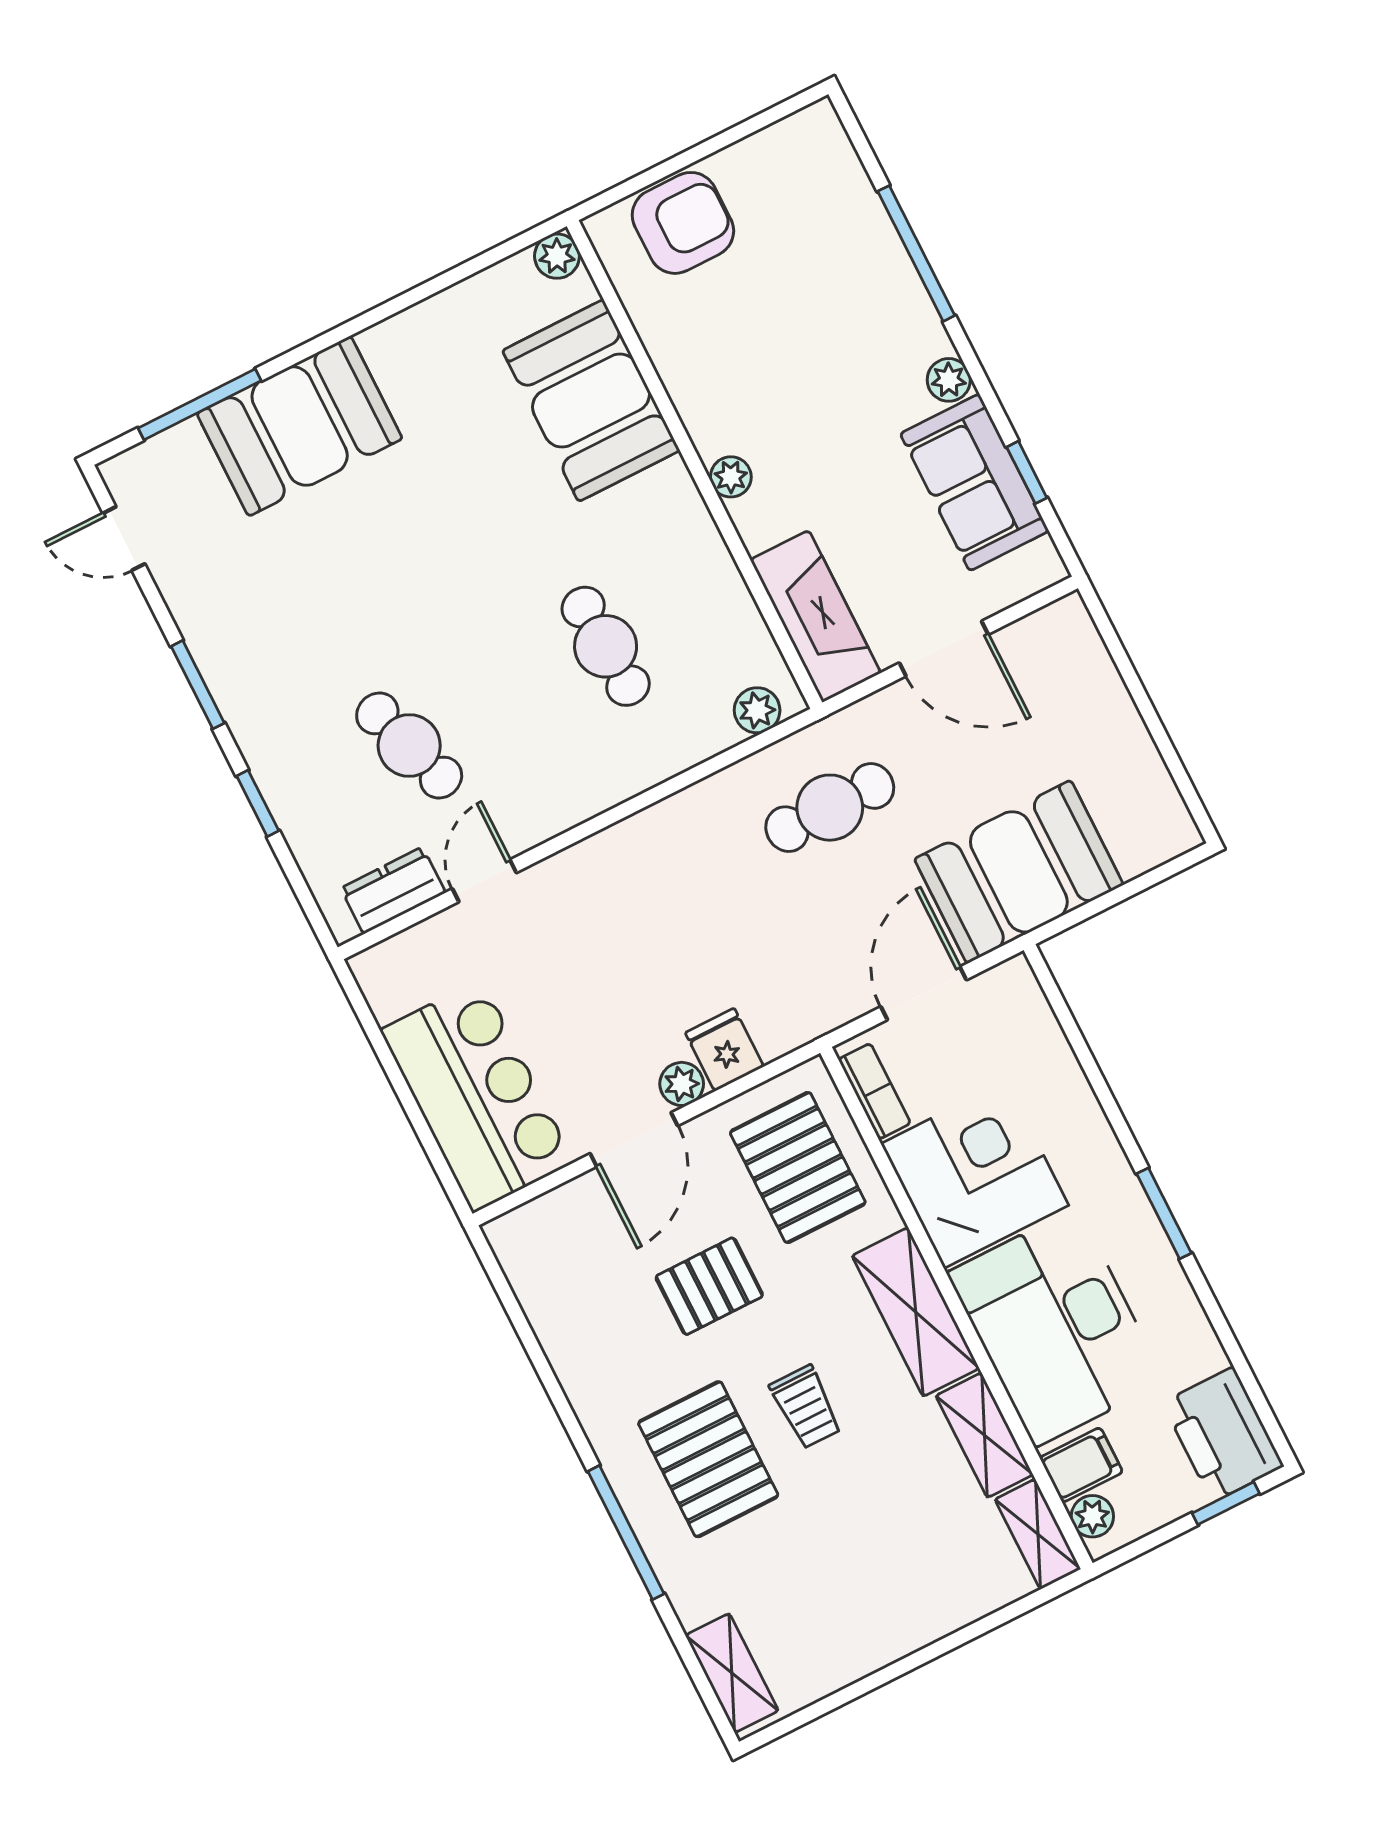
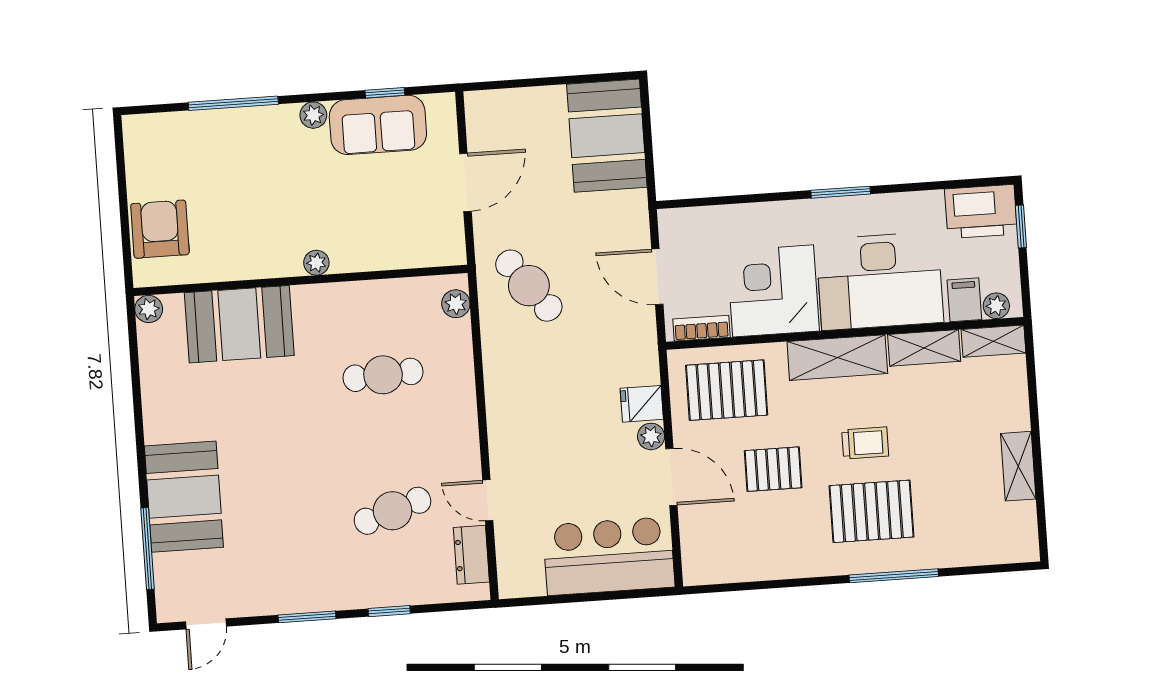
fireplace: (815, 616) -> (416, 248), removed
cafe table: (830, 808) -> (529, 286), turned -37
booth: (1019, 872) -> (607, 136), moved
pallet: (709, 1286) -> (773, 469), turned 90
shelving: (732, 1673) -> (1018, 466), moved, turned 90

